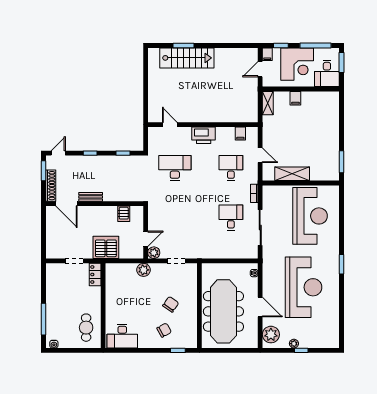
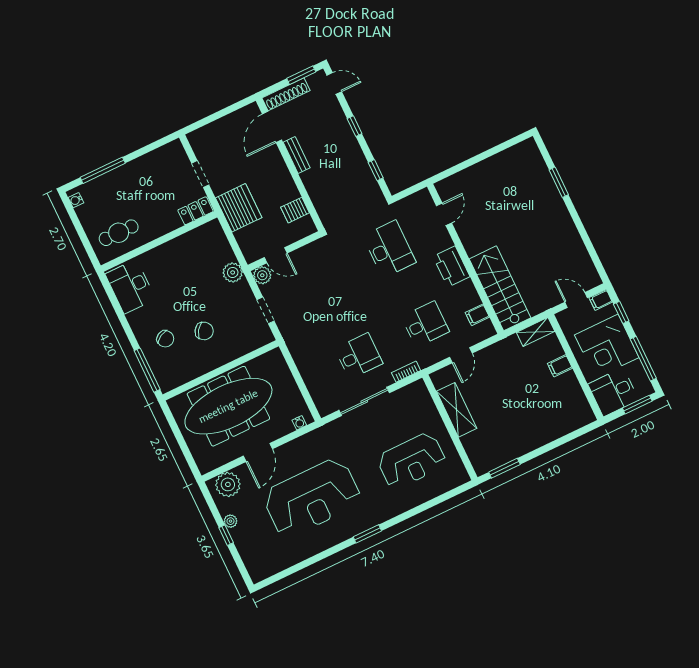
stairs: (187, 58) -> (500, 288), moved, turned 180
reception desk: (310, 216) -> (412, 461), width x0.74, depth x0.77
window: (178, 350) -> (147, 370), width x2.17

